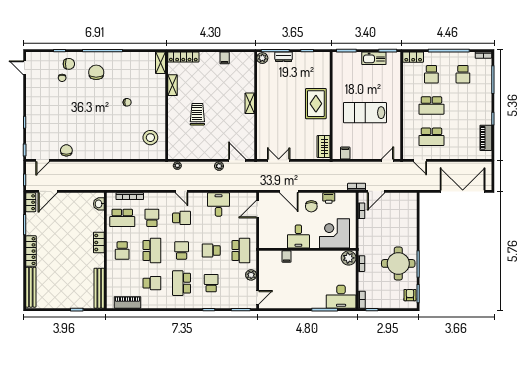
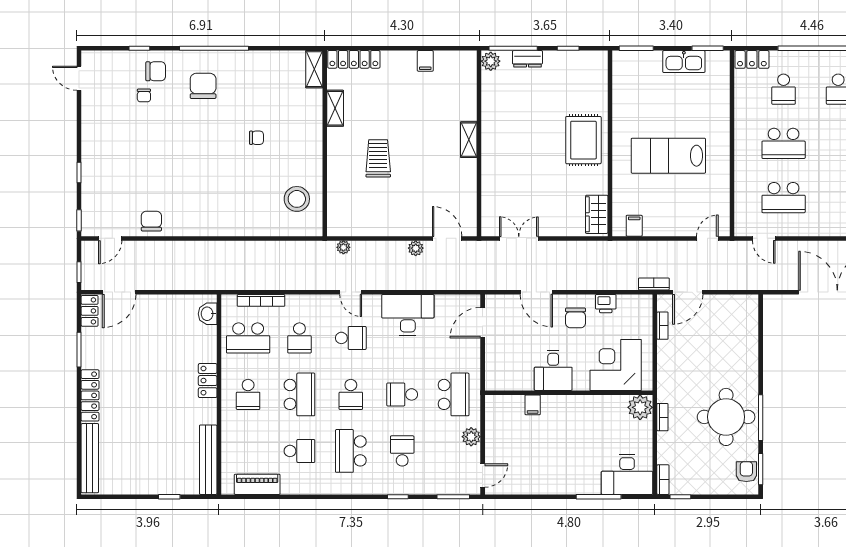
desk: (219, 205) -> (408, 315), width x1.37
school desk: (152, 218) -> (299, 338), turned 180
school desk: (182, 251) -> (351, 394), turned 180

